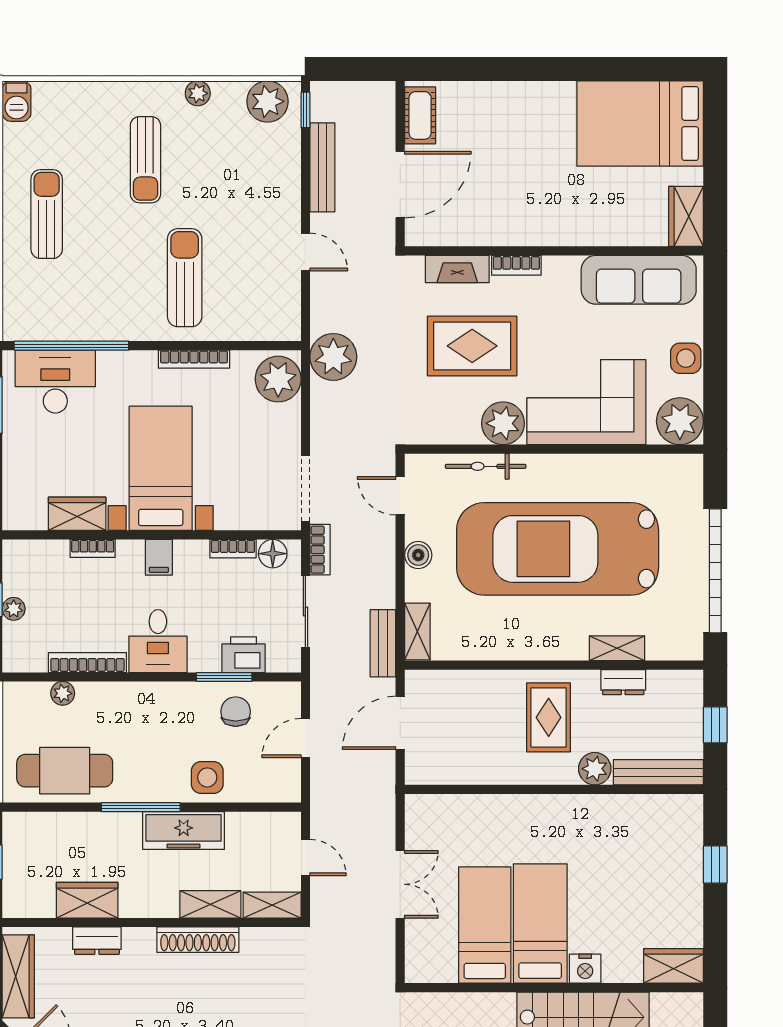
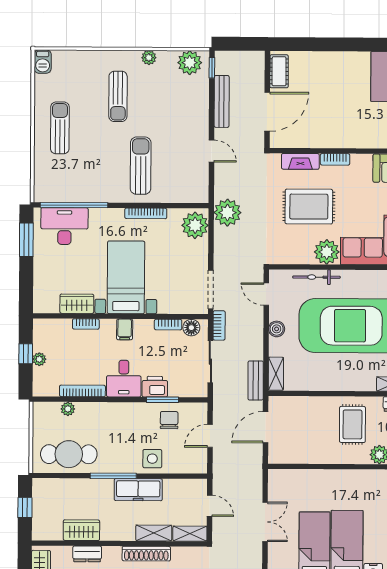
printer: (244, 655) -> (155, 387), moved

